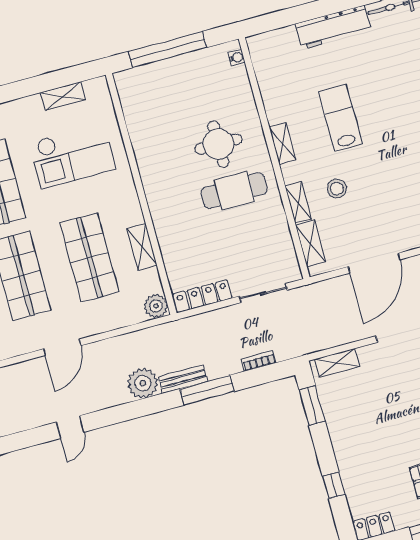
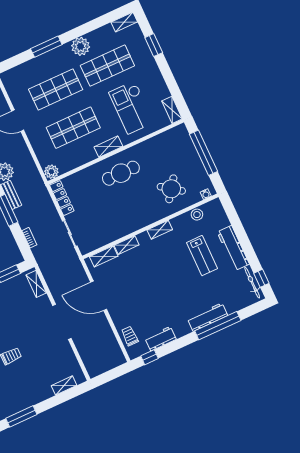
shelving: (63, 96) -> (172, 110), moved
lab bench: (340, 118) -> (202, 256), moved, turned 90
round table: (218, 144) -> (171, 189), moved, turned 36
stool: (337, 189) -> (197, 215), moved
cafe table: (234, 191) -> (121, 173), moved, turned 90
shelving: (142, 247) -> (108, 147), moved

